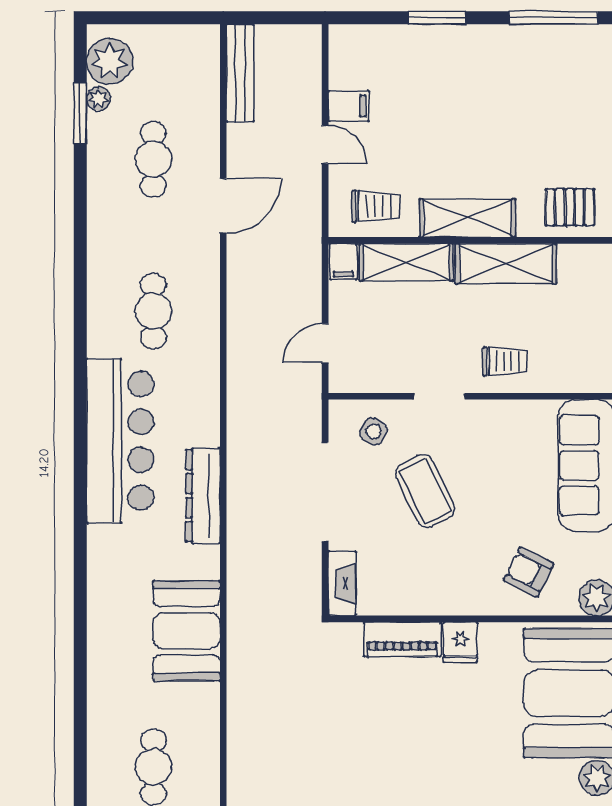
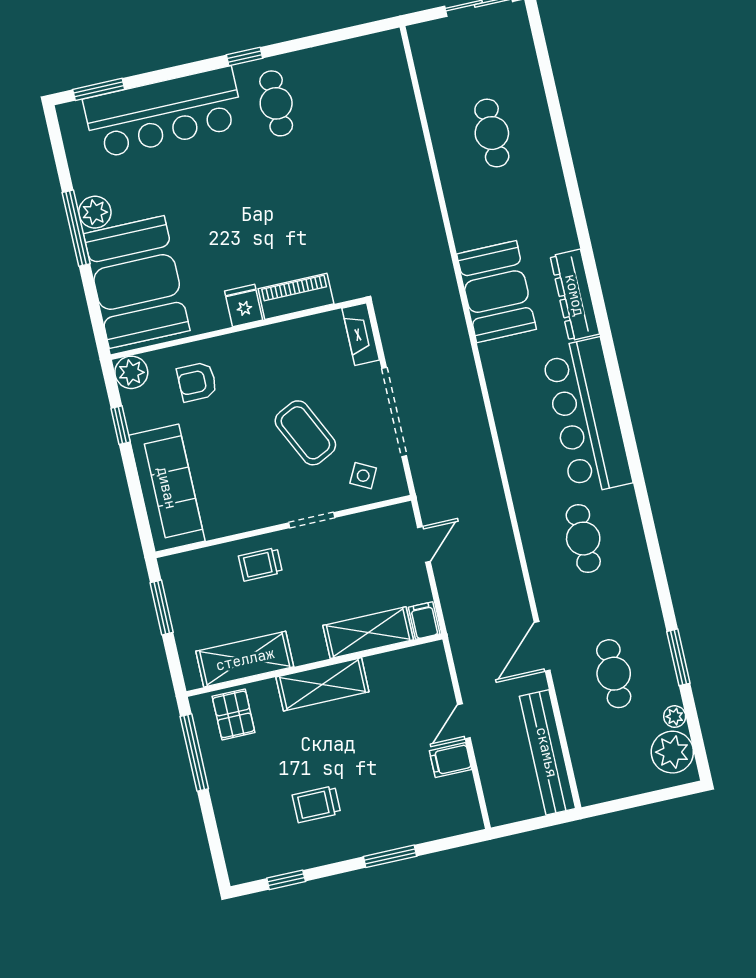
window: (553, 18) -> (286, 880), width x0.46
bench: (240, 73) -> (547, 752), width x1.37, depth x1.21
window: (80, 113) -> (678, 657), moved
door: (325, 144) -> (464, 721), hinge flipped
trolley: (376, 206) -> (316, 804), moved
pallet: (570, 207) -> (234, 714), turned 90
shelving: (506, 264) -> (245, 659), moved
dresser: (203, 496) -> (575, 295), moved, turned 180
armchair: (529, 572) -> (197, 382), turned 153
booth: (187, 631) -> (496, 292), moved

